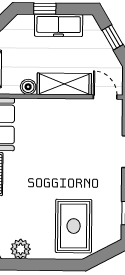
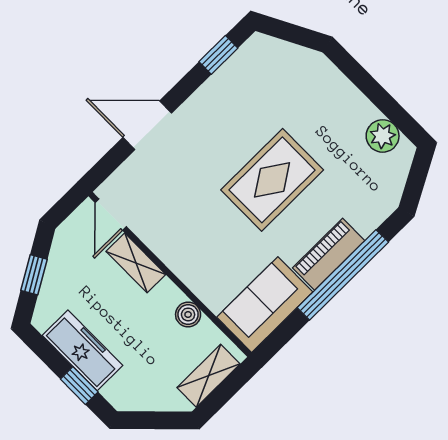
shelving: (64, 84) -> (136, 263), width x0.67, depth x0.75
rug: (74, 226) -> (272, 180), moved

